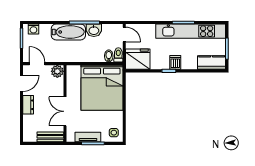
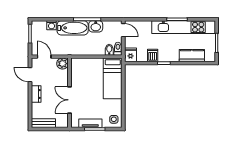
washing machine: (33, 29) -> (52, 25), moved
fridge: (138, 59) -> (130, 55), width x0.53, depth x0.75
dishwasher: (175, 62) -> (153, 55), moved
kitchen counter: (212, 62) -> (192, 56), moved
door: (22, 83) -> (30, 75), swing flipped
bed: (102, 88) -> (113, 78), width x0.49
bench: (50, 137) -> (43, 123), moved

